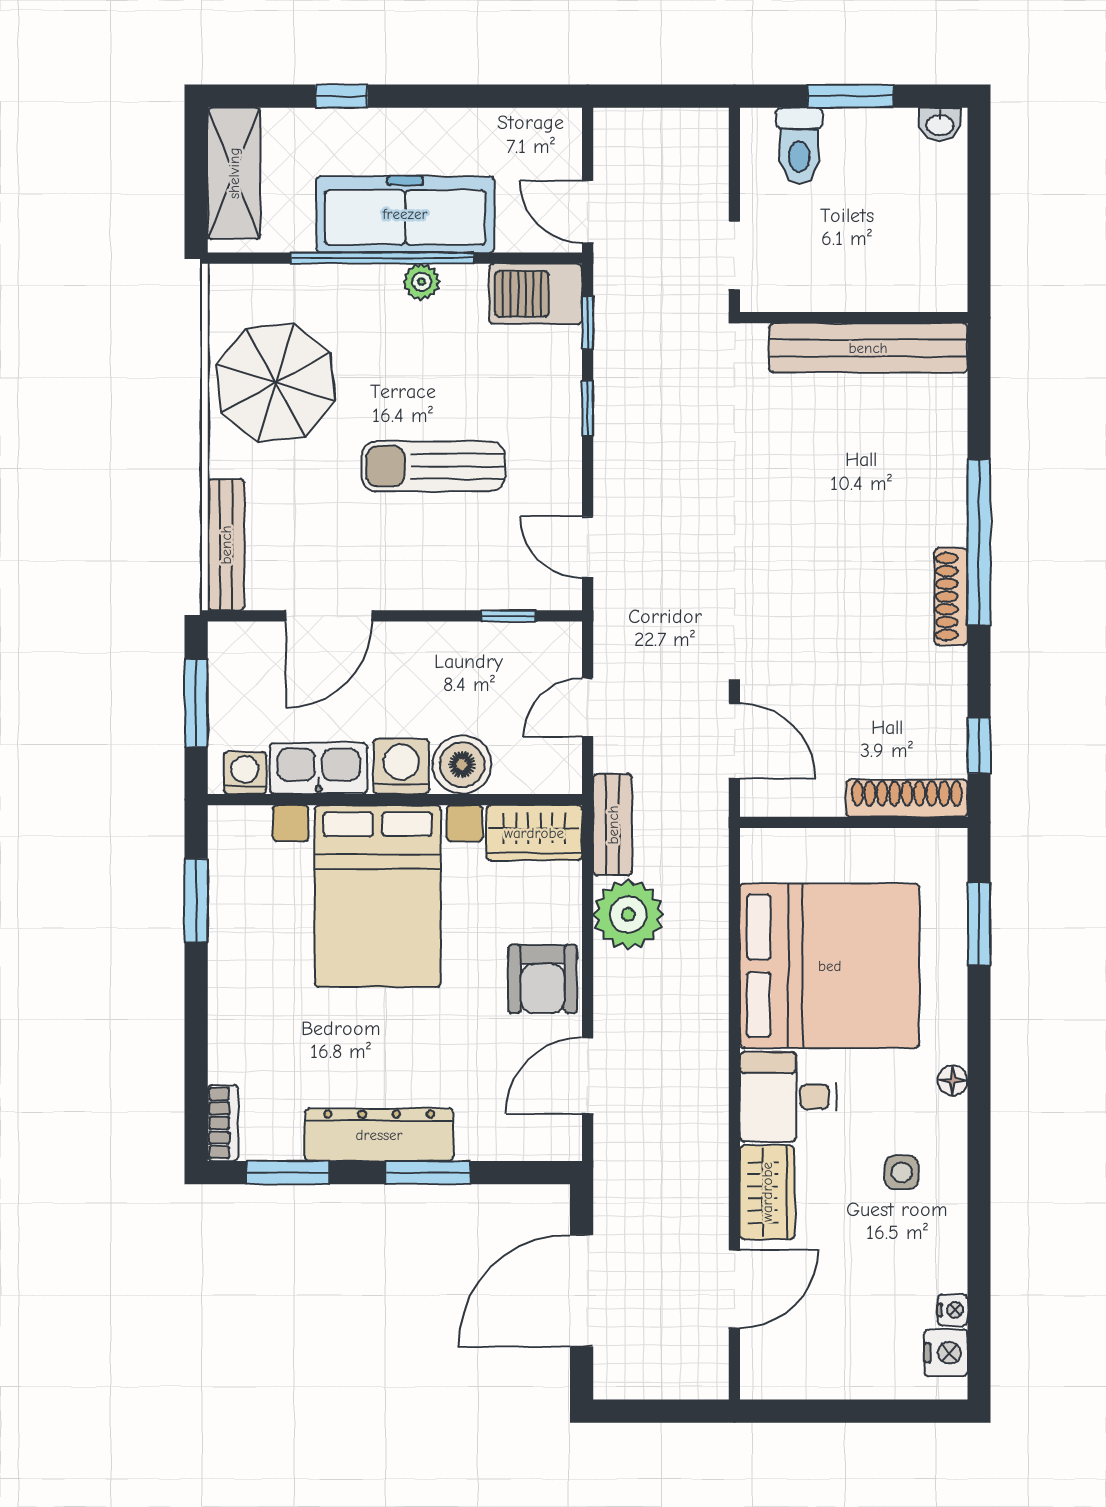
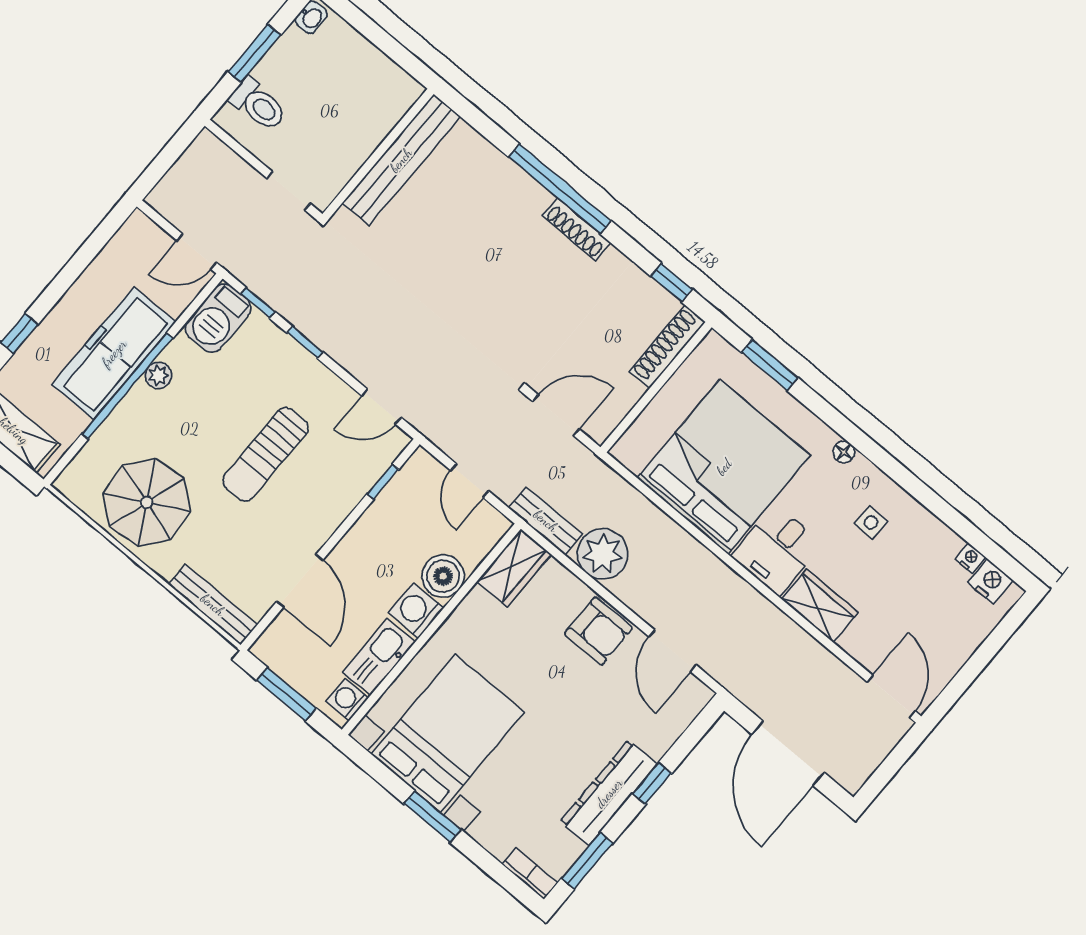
bed with nightstands: (378, 896) -> (448, 733), moved, turned -90
window: (196, 901) -> (432, 817), moved
window: (428, 1173) -> (652, 784), width x0.67
door: (734, 1289) -> (891, 696), moved

